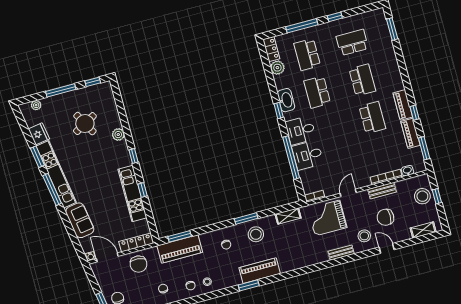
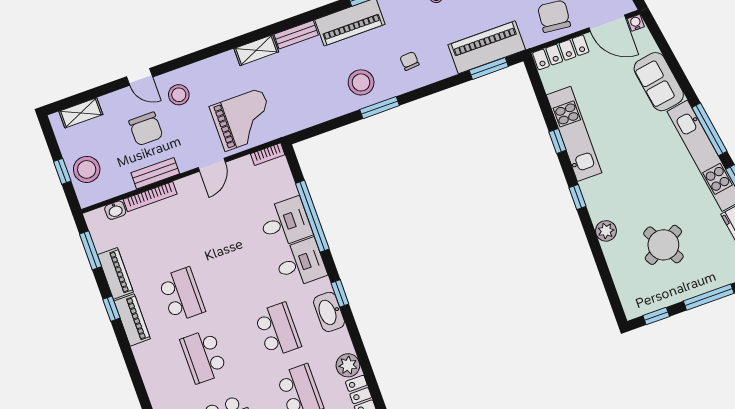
school desk: (372, 118) -> (182, 295), turned 180
shelving: (288, 216) -> (256, 50), moved
chair: (385, 217) -> (146, 129), turned 90
bench: (341, 253) -> (296, 35), moved

